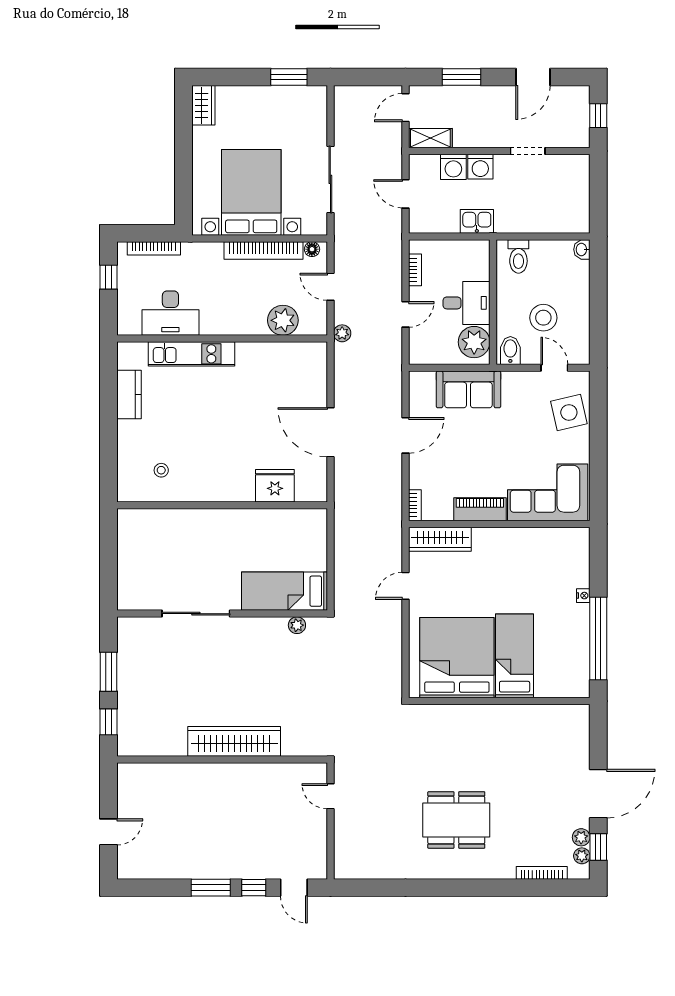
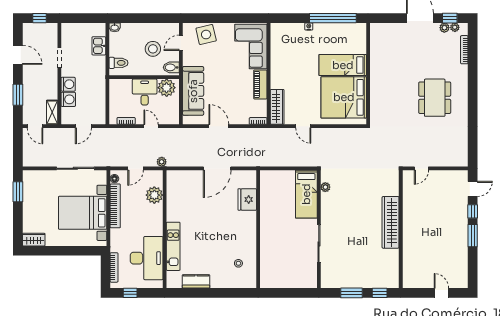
kitchen sink: (477, 221) -> (99, 46), moved
desk: (170, 313) -> (147, 258), width x1.36, depth x1.30
sofa: (468, 389) -> (193, 91), width x1.36

